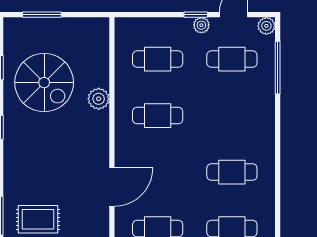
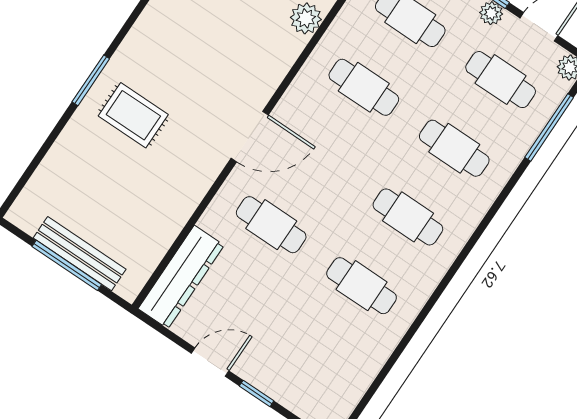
cafe table: (232, 116) -> (454, 148), added

